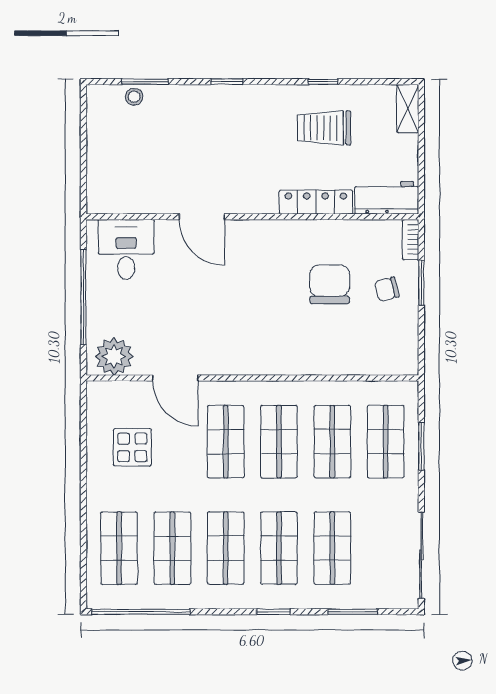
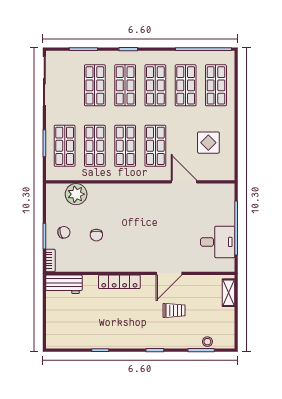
shelving: (408, 109) -> (228, 293), moved
trolley: (324, 128) -> (174, 310), moved, width x0.73, depth x0.72
locker: (316, 202) -> (119, 282), moved
door: (202, 217) -> (169, 273), swing flipped
desk: (126, 250) -> (218, 242), moved, turned -90
chair: (330, 284) -> (96, 235), width x0.54, depth x0.54
plant: (114, 356) -> (76, 194), moved

